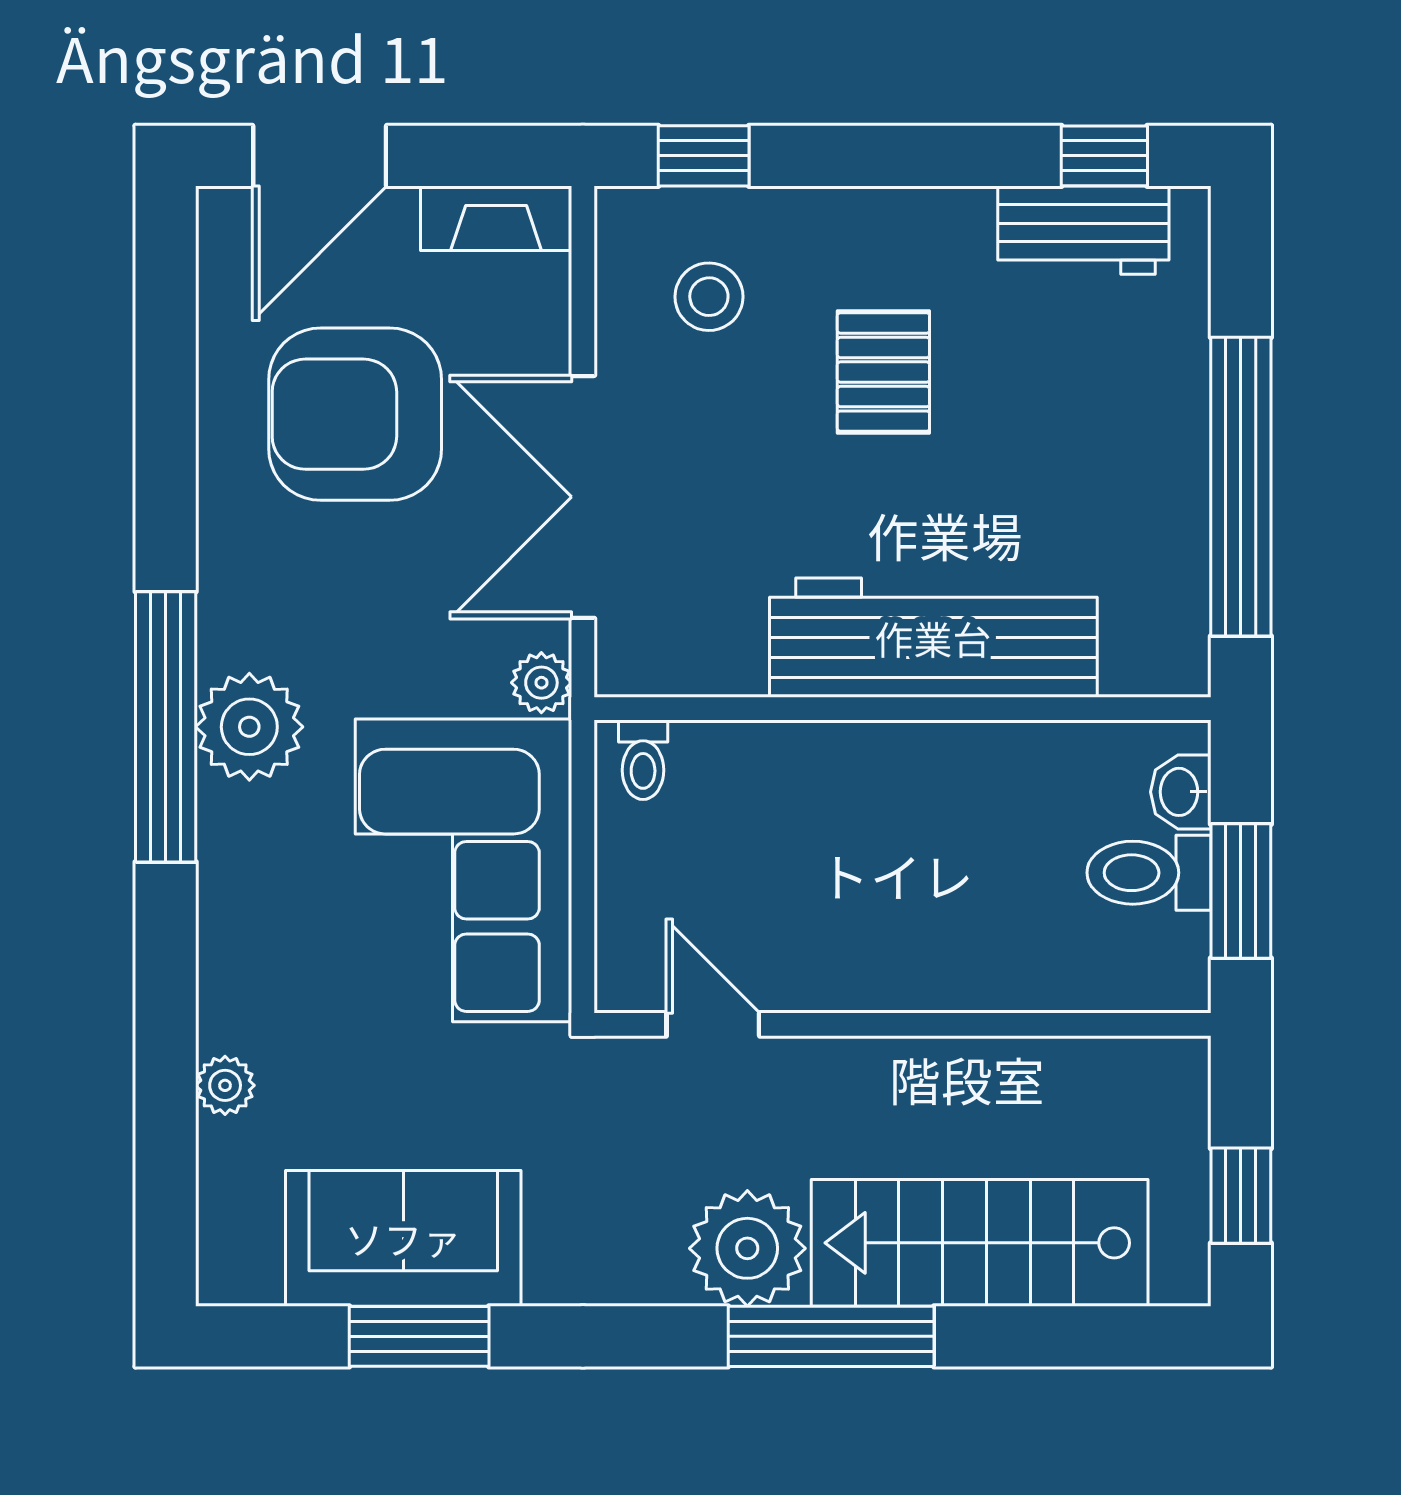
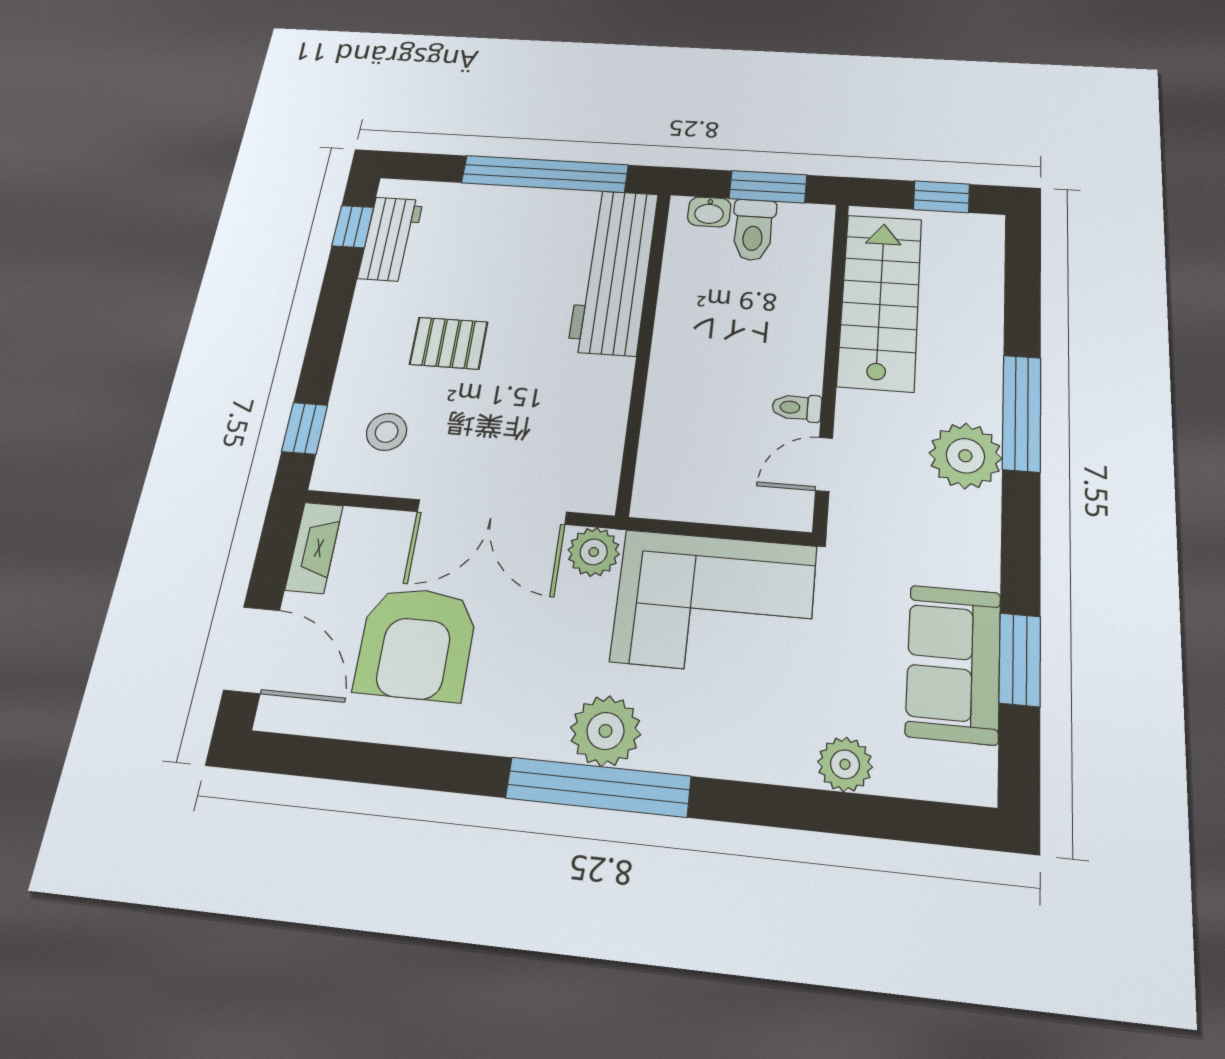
workbench: (933, 638) -> (614, 271), moved
plant: (541, 683) -> (594, 552), width x1.38, depth x1.38
toilet: (643, 760) -> (797, 408), moved, turned 180
plant: (225, 1085) -> (845, 764), width x1.38, depth x1.38
stairs: (980, 1243) -> (880, 301), moved, turned 180

